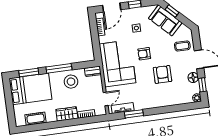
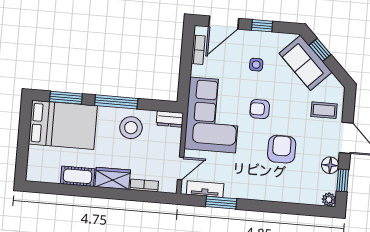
cot: (36, 119) -> (78, 176), moved

